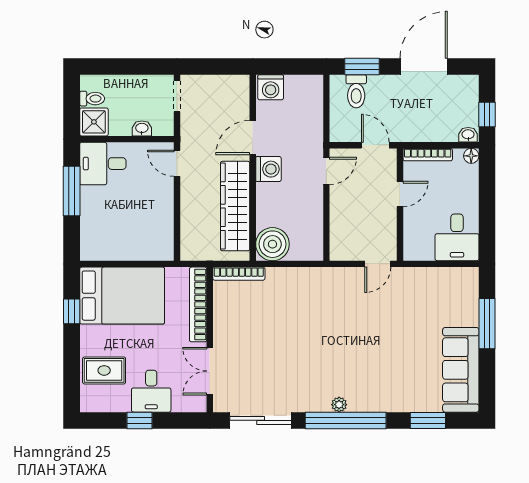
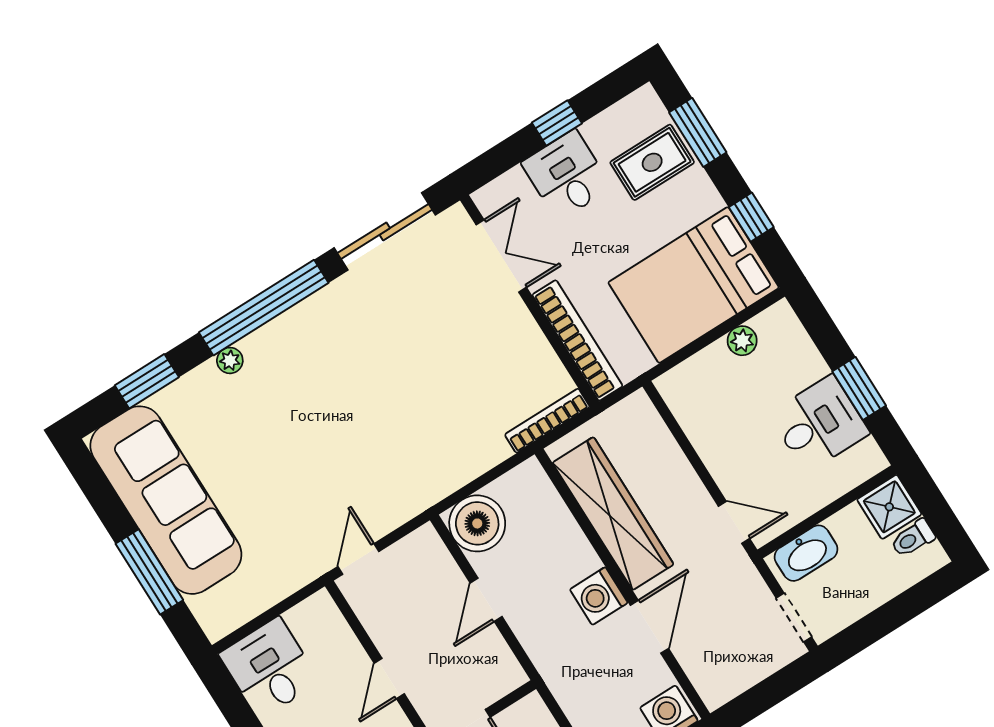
washbasin: (142, 128) -> (806, 553), width x1.91, depth x1.45
desk: (103, 164) -> (819, 424), moved
door: (326, 171) -> (486, 600), moved
window: (72, 191) -> (859, 388), width x0.69
boiler: (272, 244) -> (477, 523), moved
plant: (115, 252) -> (742, 341), added
sofa: (461, 370) -> (166, 500), width x1.36, depth x1.27
window: (72, 371) -> (698, 132), added
plant: (339, 405) -> (230, 360), moved

